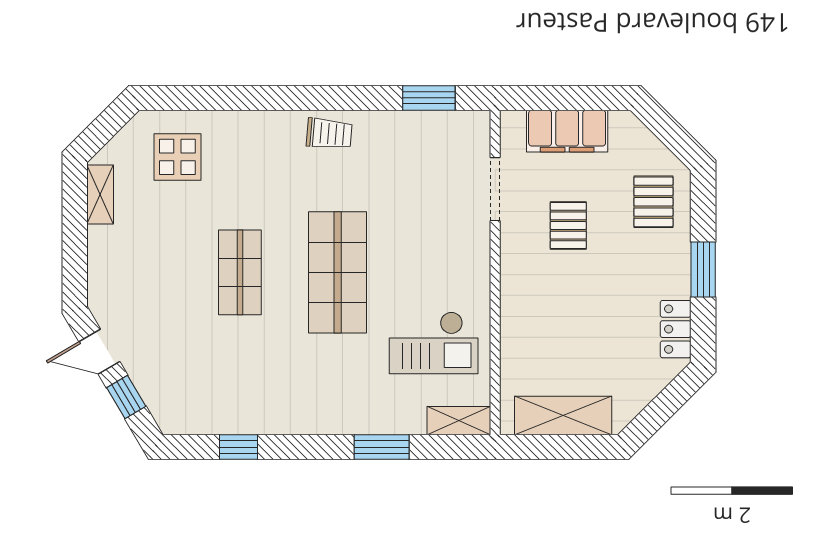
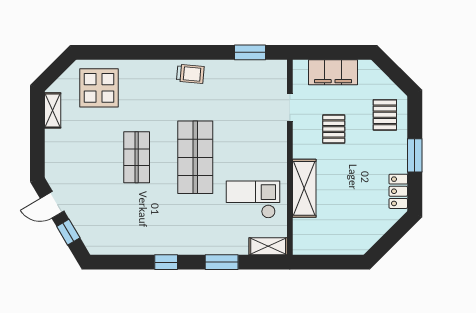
display table: (177, 157) -> (99, 88), width x1.36, depth x1.36
doorway: (495, 189) -> (290, 107), width x0.73
checkout: (434, 343) -> (253, 200), turned 180
shelving: (563, 415) -> (304, 188), moved, turned 90
window: (239, 447) -> (166, 262), moved

